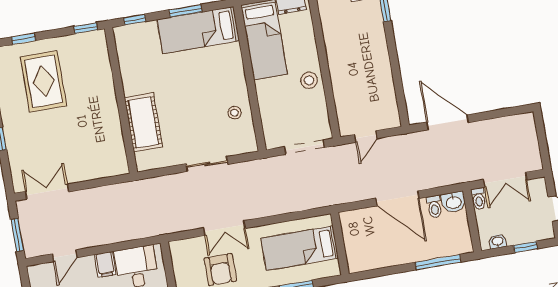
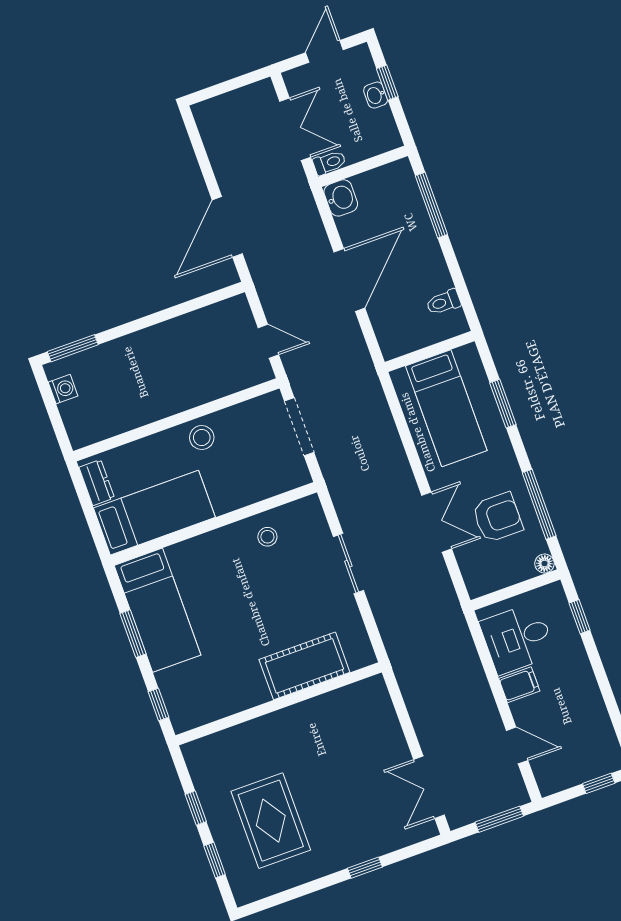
window: (86, 28) -> (196, 808), moved
rug: (43, 81) -> (271, 821), turned 90
toilet: (434, 207) -> (444, 302), moved, turned 180
washbasin: (498, 241) -> (376, 95), moved

